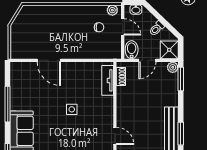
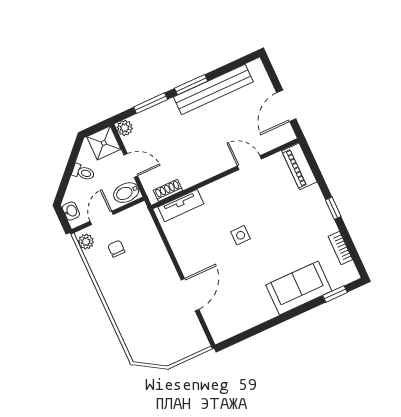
window: (181, 79) -> (151, 103), moved
window: (8, 104) -> (272, 323), removed
window: (181, 134) -> (191, 85), moved
door: (115, 136) -> (249, 163), hinge flipped

